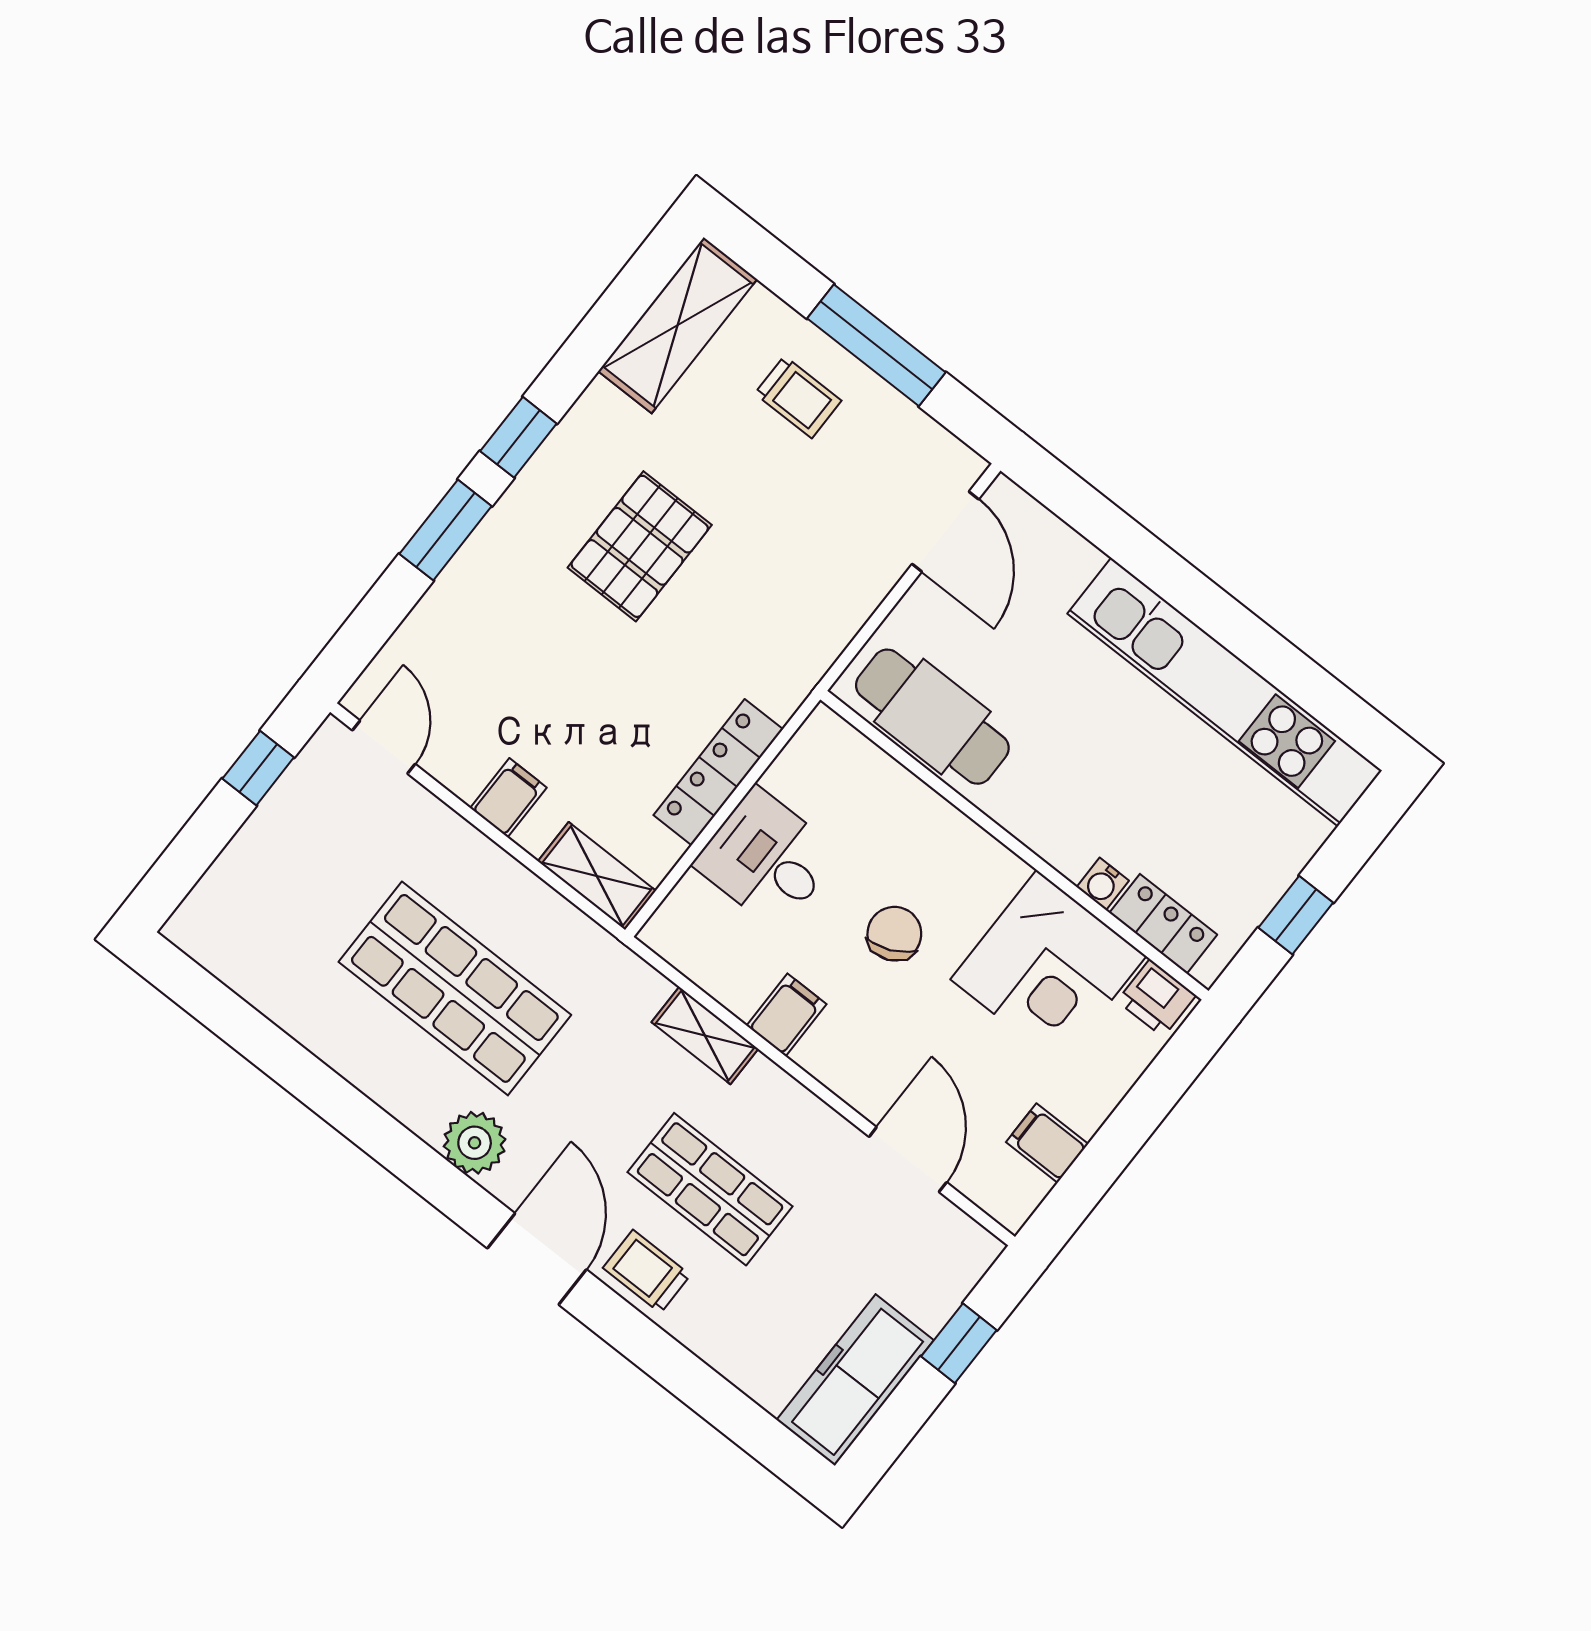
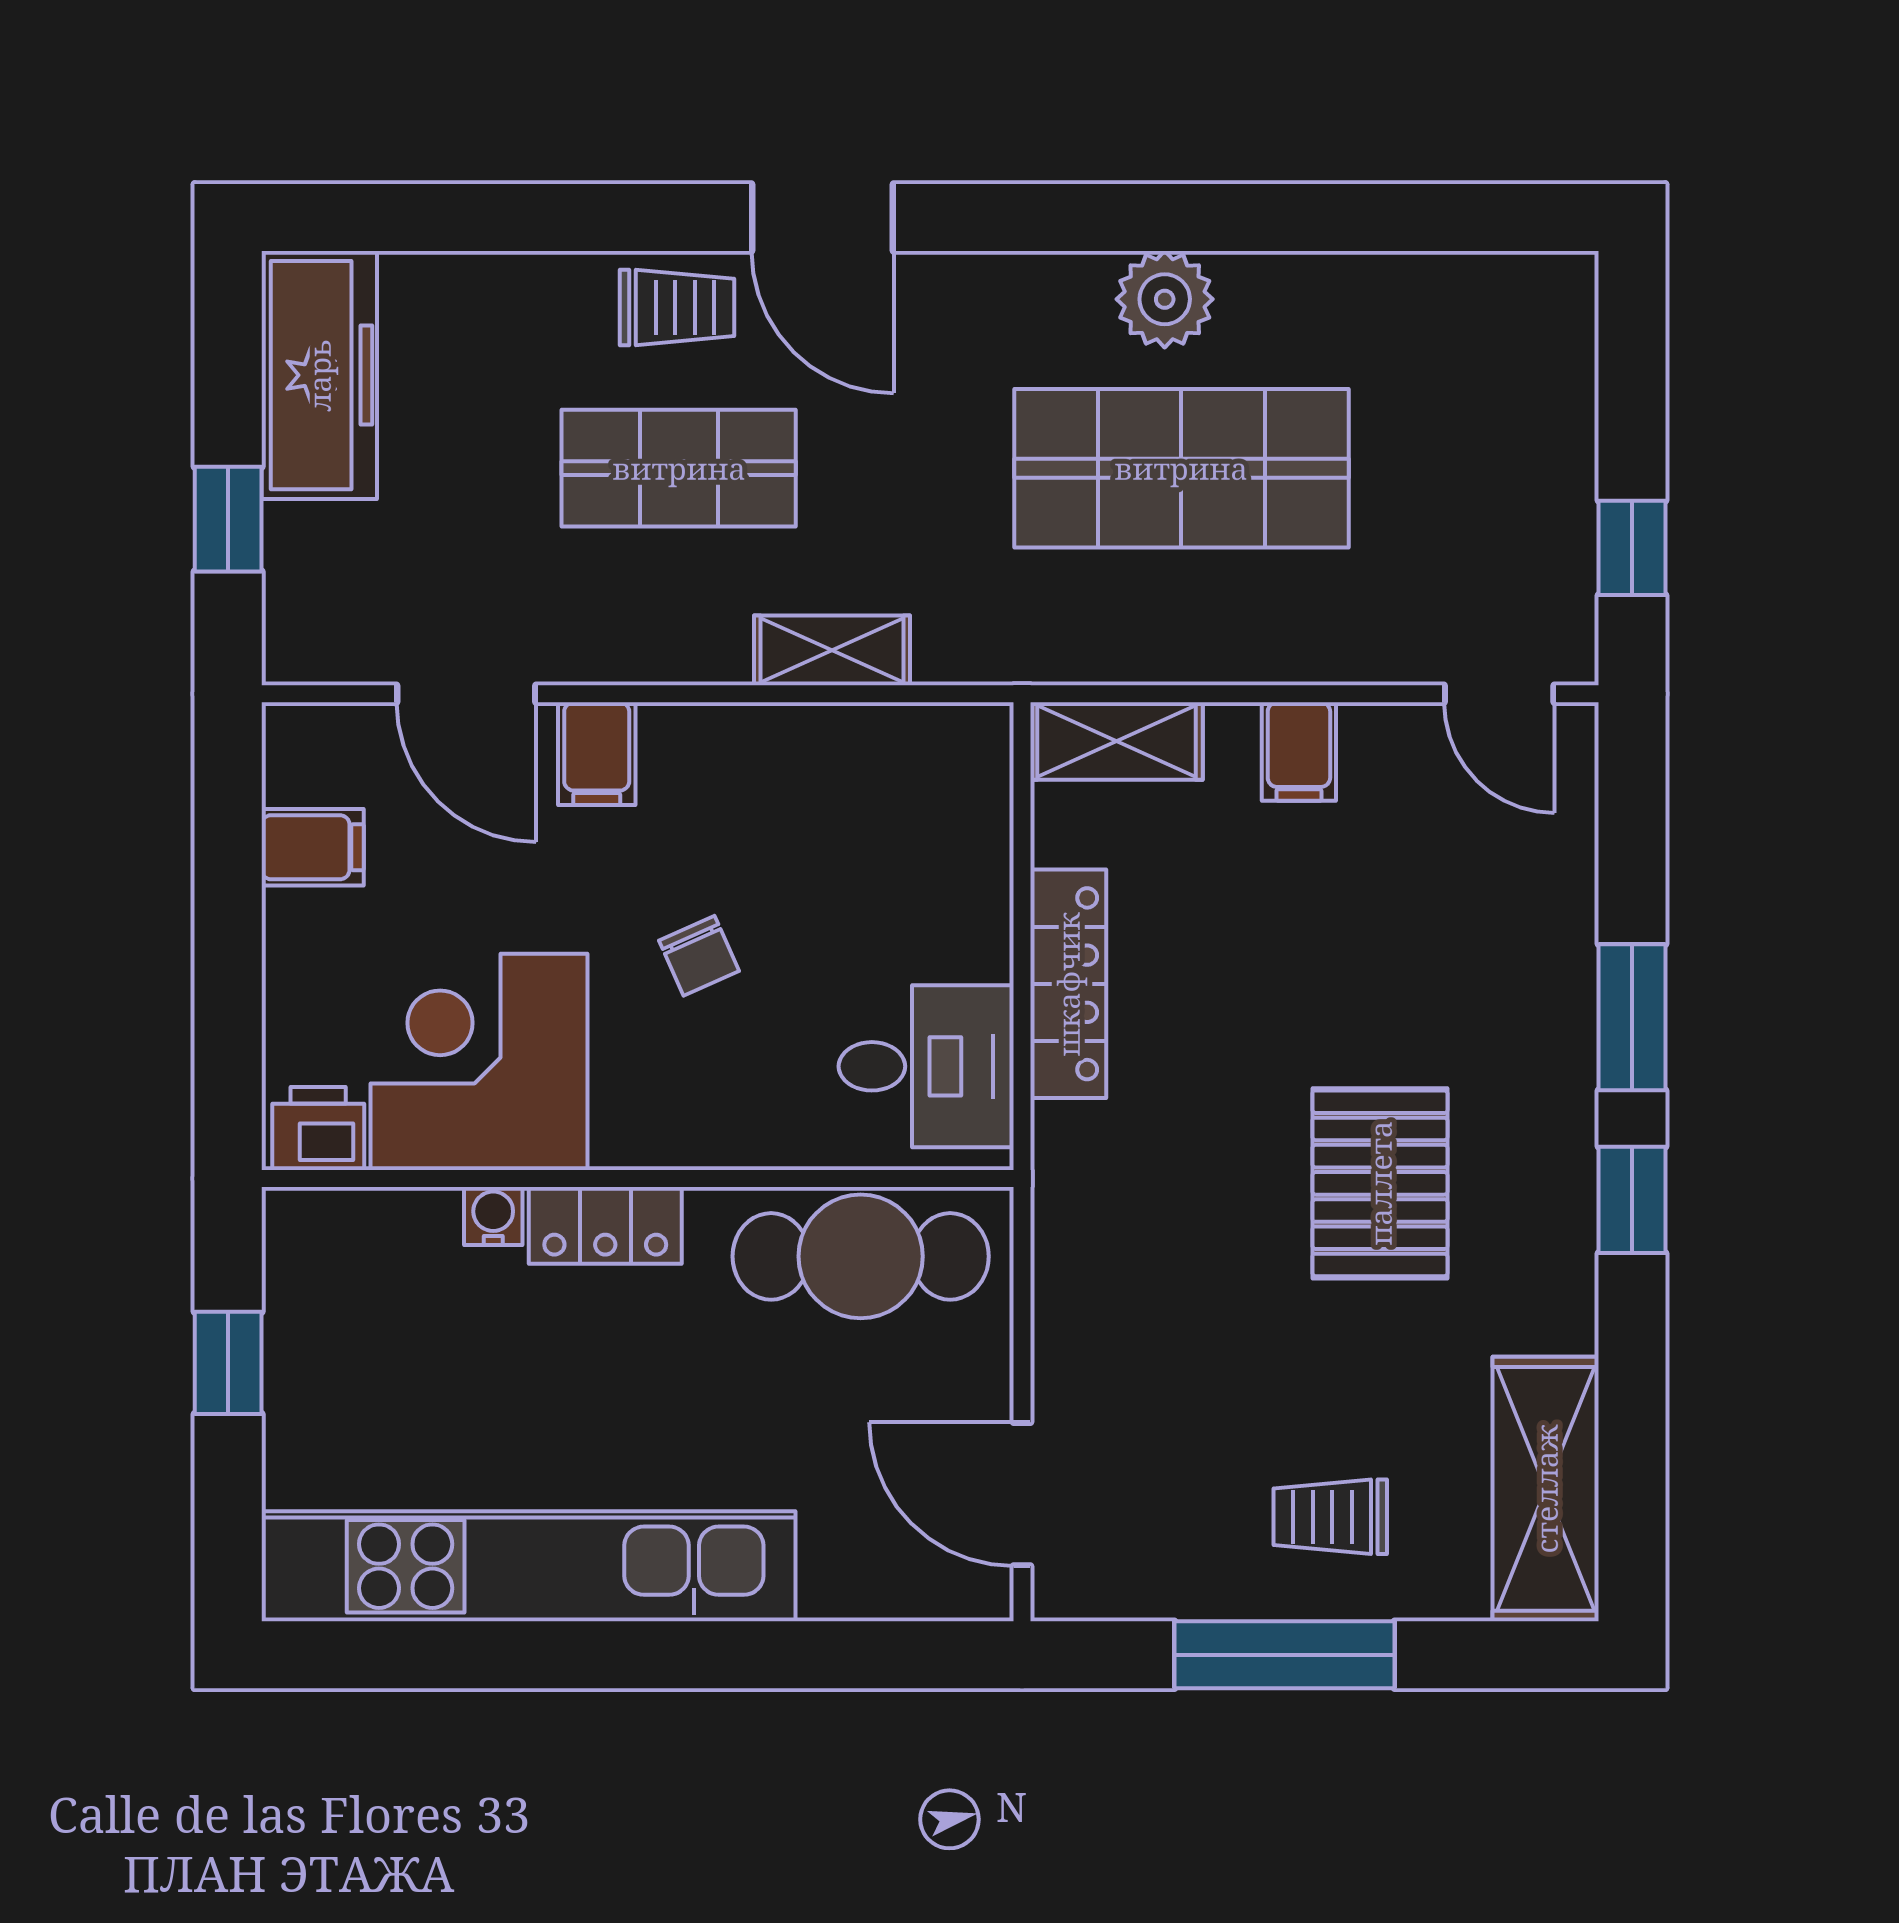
desk: (767, 859) -> (926, 1066), moved
locker: (1163, 924) -> (605, 1225), moved
chair: (894, 934) -> (699, 956), width x0.73, depth x0.73
filing cabinet: (787, 1015) -> (597, 754), moved
plant: (475, 1143) -> (1165, 299), moved

